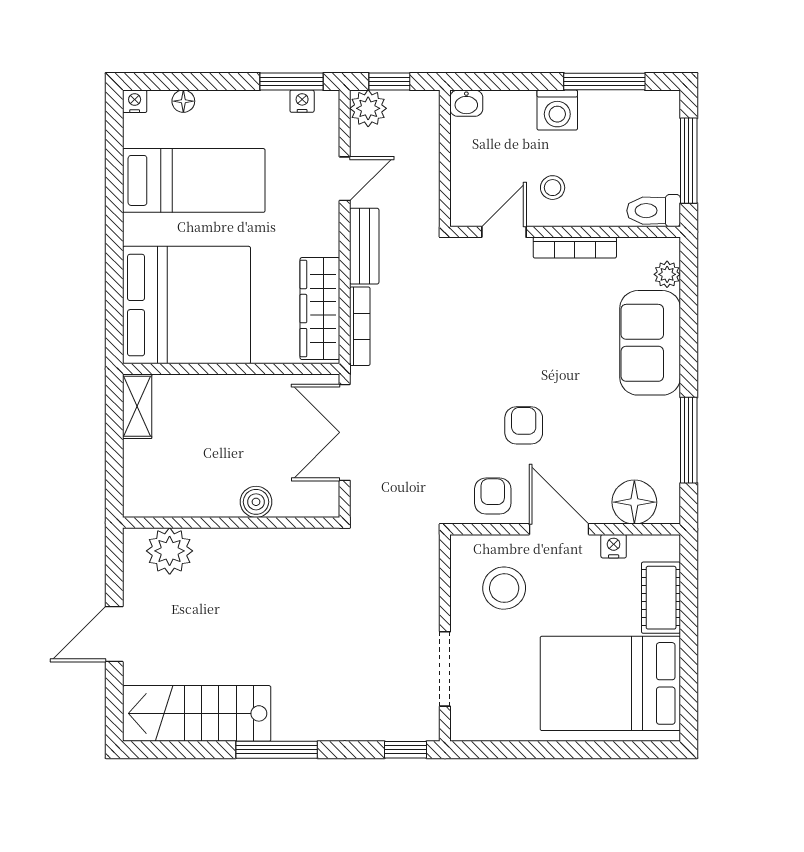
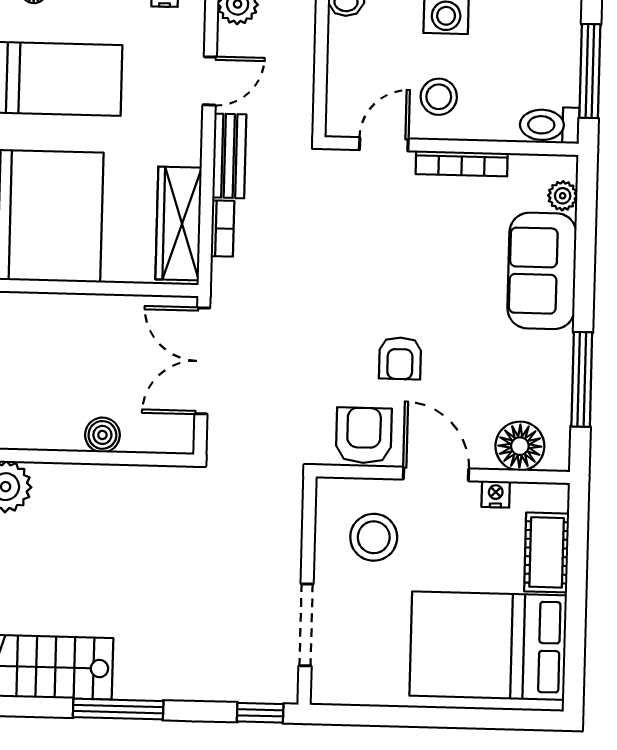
stool: (553, 188) -> (439, 97), width x1.37, depth x1.37
bookcase: (360, 326) -> (222, 229), width x0.64
armchair: (524, 425) -> (400, 358), turned 180
armchair: (493, 496) -> (364, 435), width x1.38, depth x1.38

